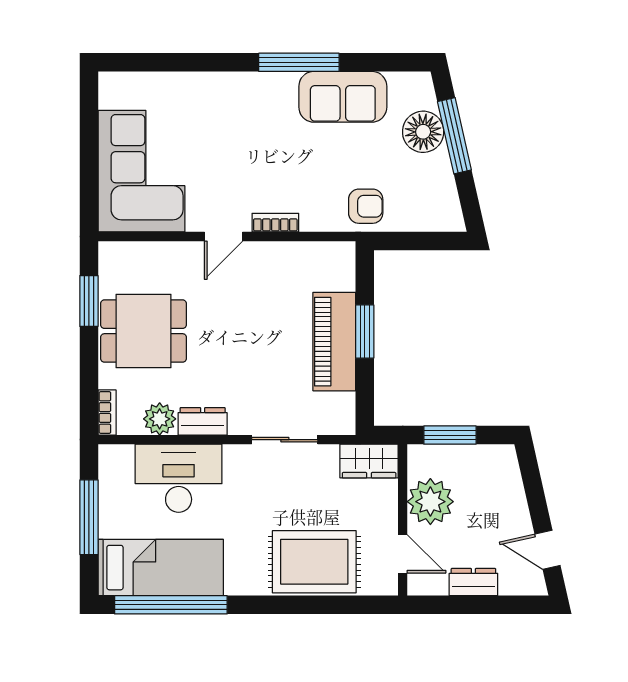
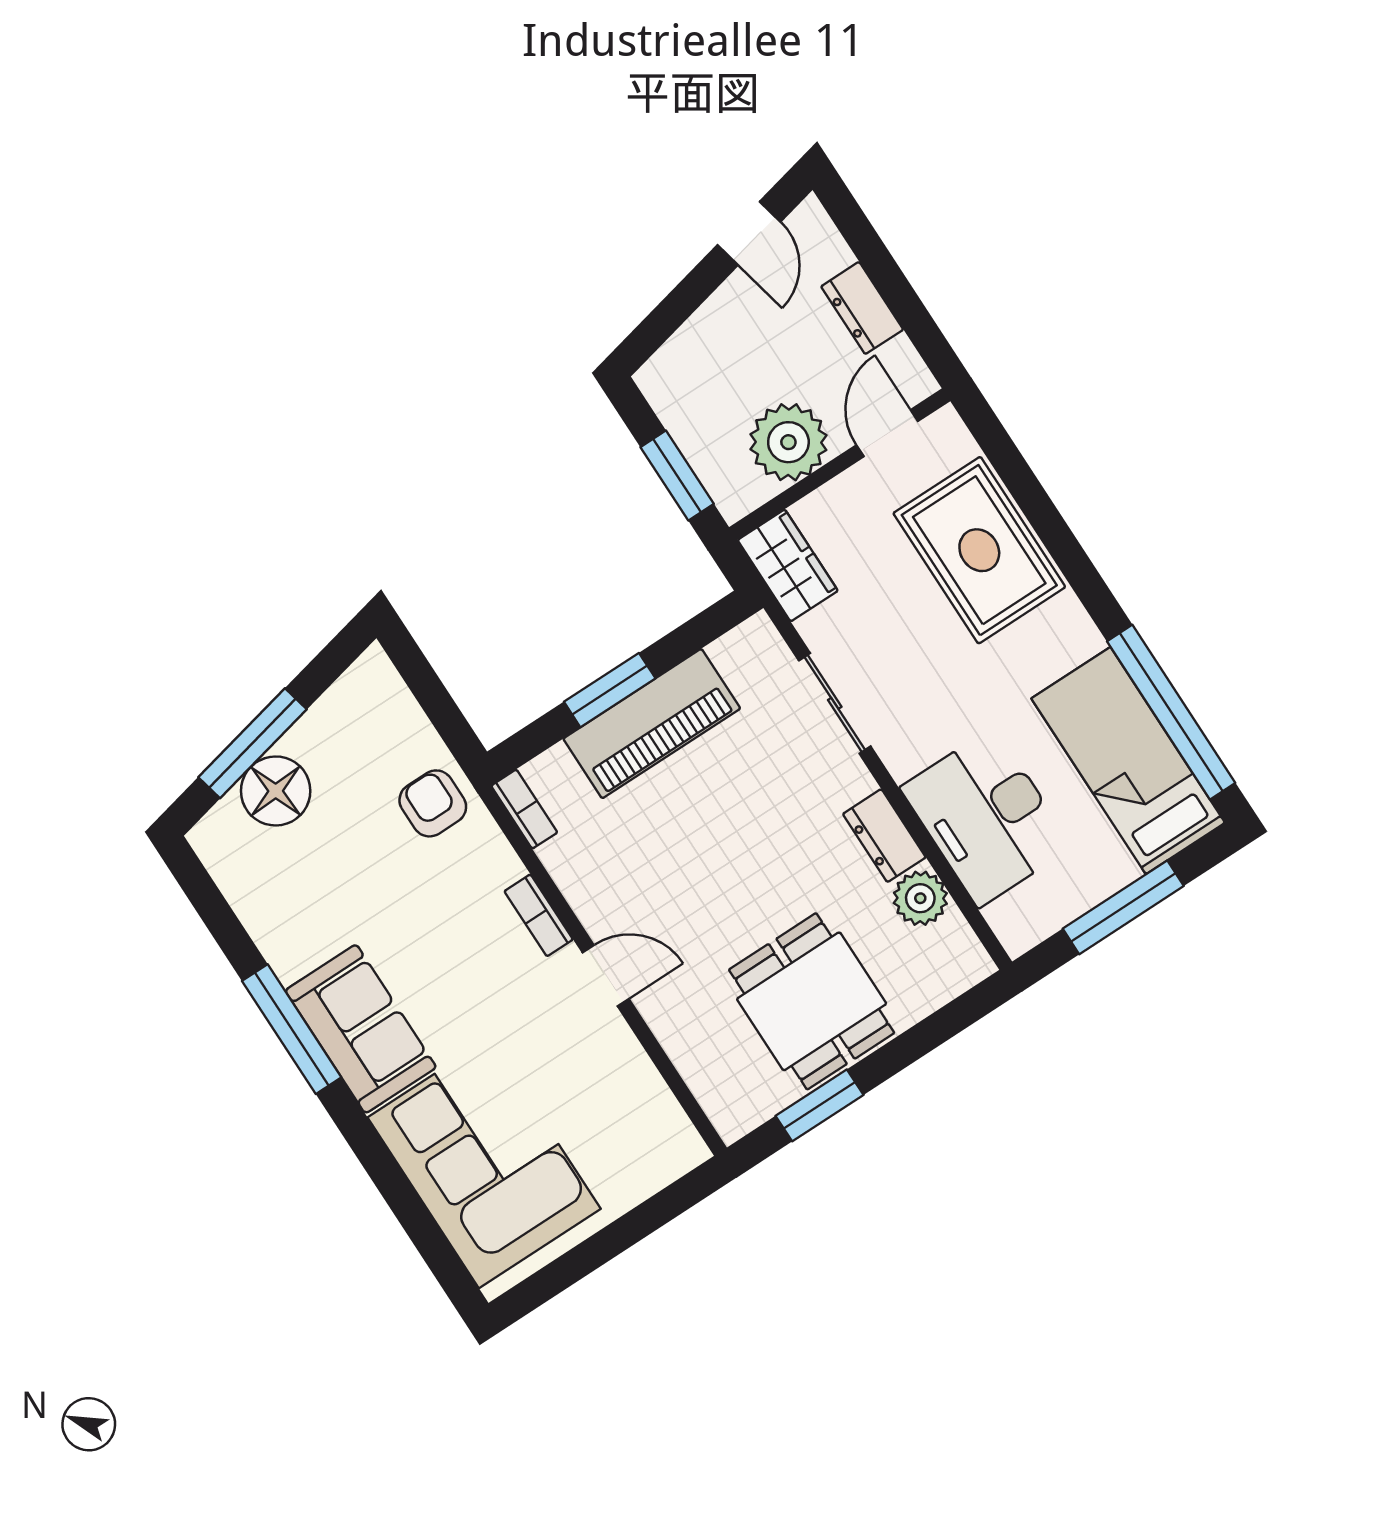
sofa: (343, 97) -> (361, 1029), moved
corner sofa: (141, 171) -> (484, 1163), moved, turned 90
bookcase: (107, 412) -> (524, 809), moved, turned 90

